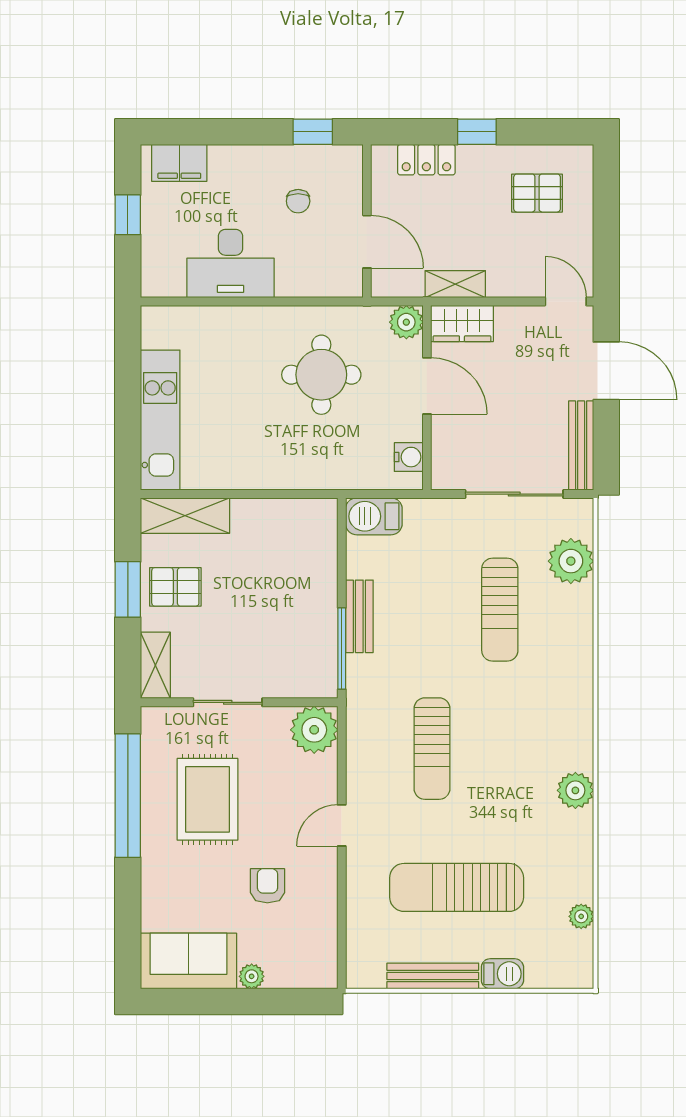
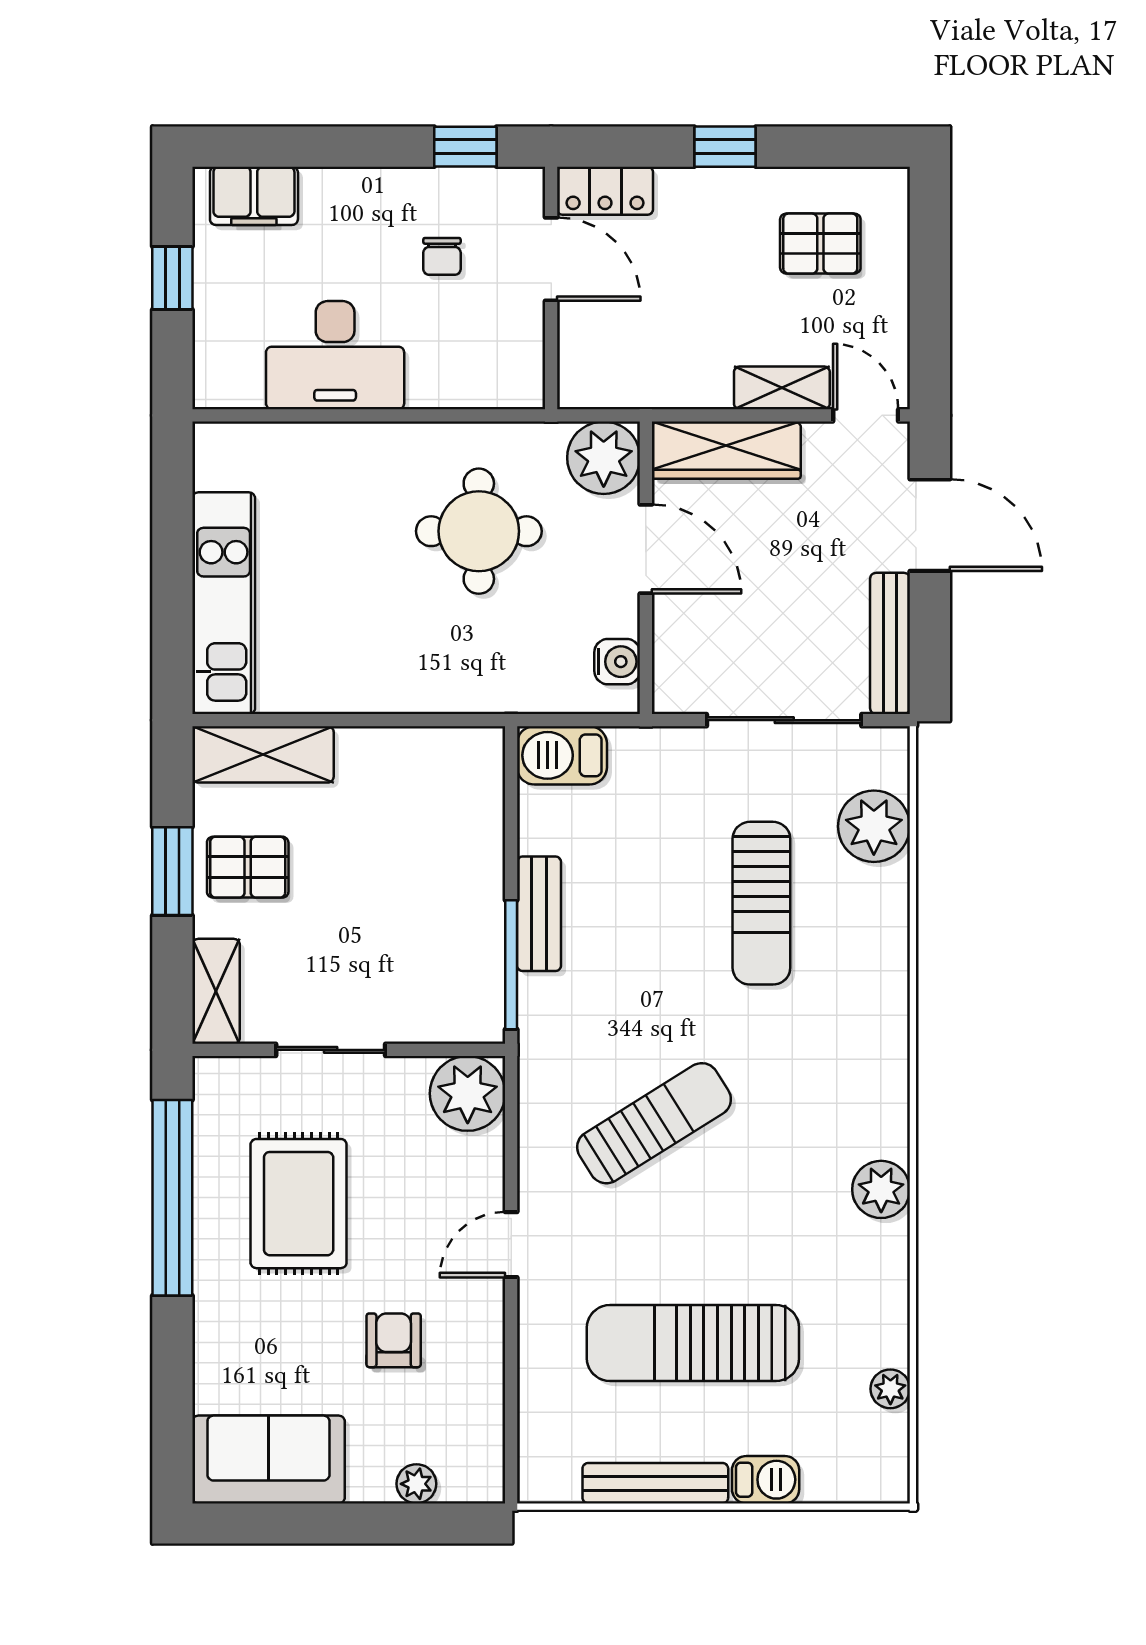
locker: (426, 160) -> (605, 191), moved
door: (367, 242) -> (551, 259), moved
shelving: (455, 284) -> (782, 388), moved
plant: (406, 322) -> (604, 458), width x1.36, depth x1.36
wardrobe: (462, 323) -> (726, 450), width x1.50
sun lounger: (432, 749) -> (654, 1123), turned -122
plant: (252, 976) -> (416, 1484), moved

